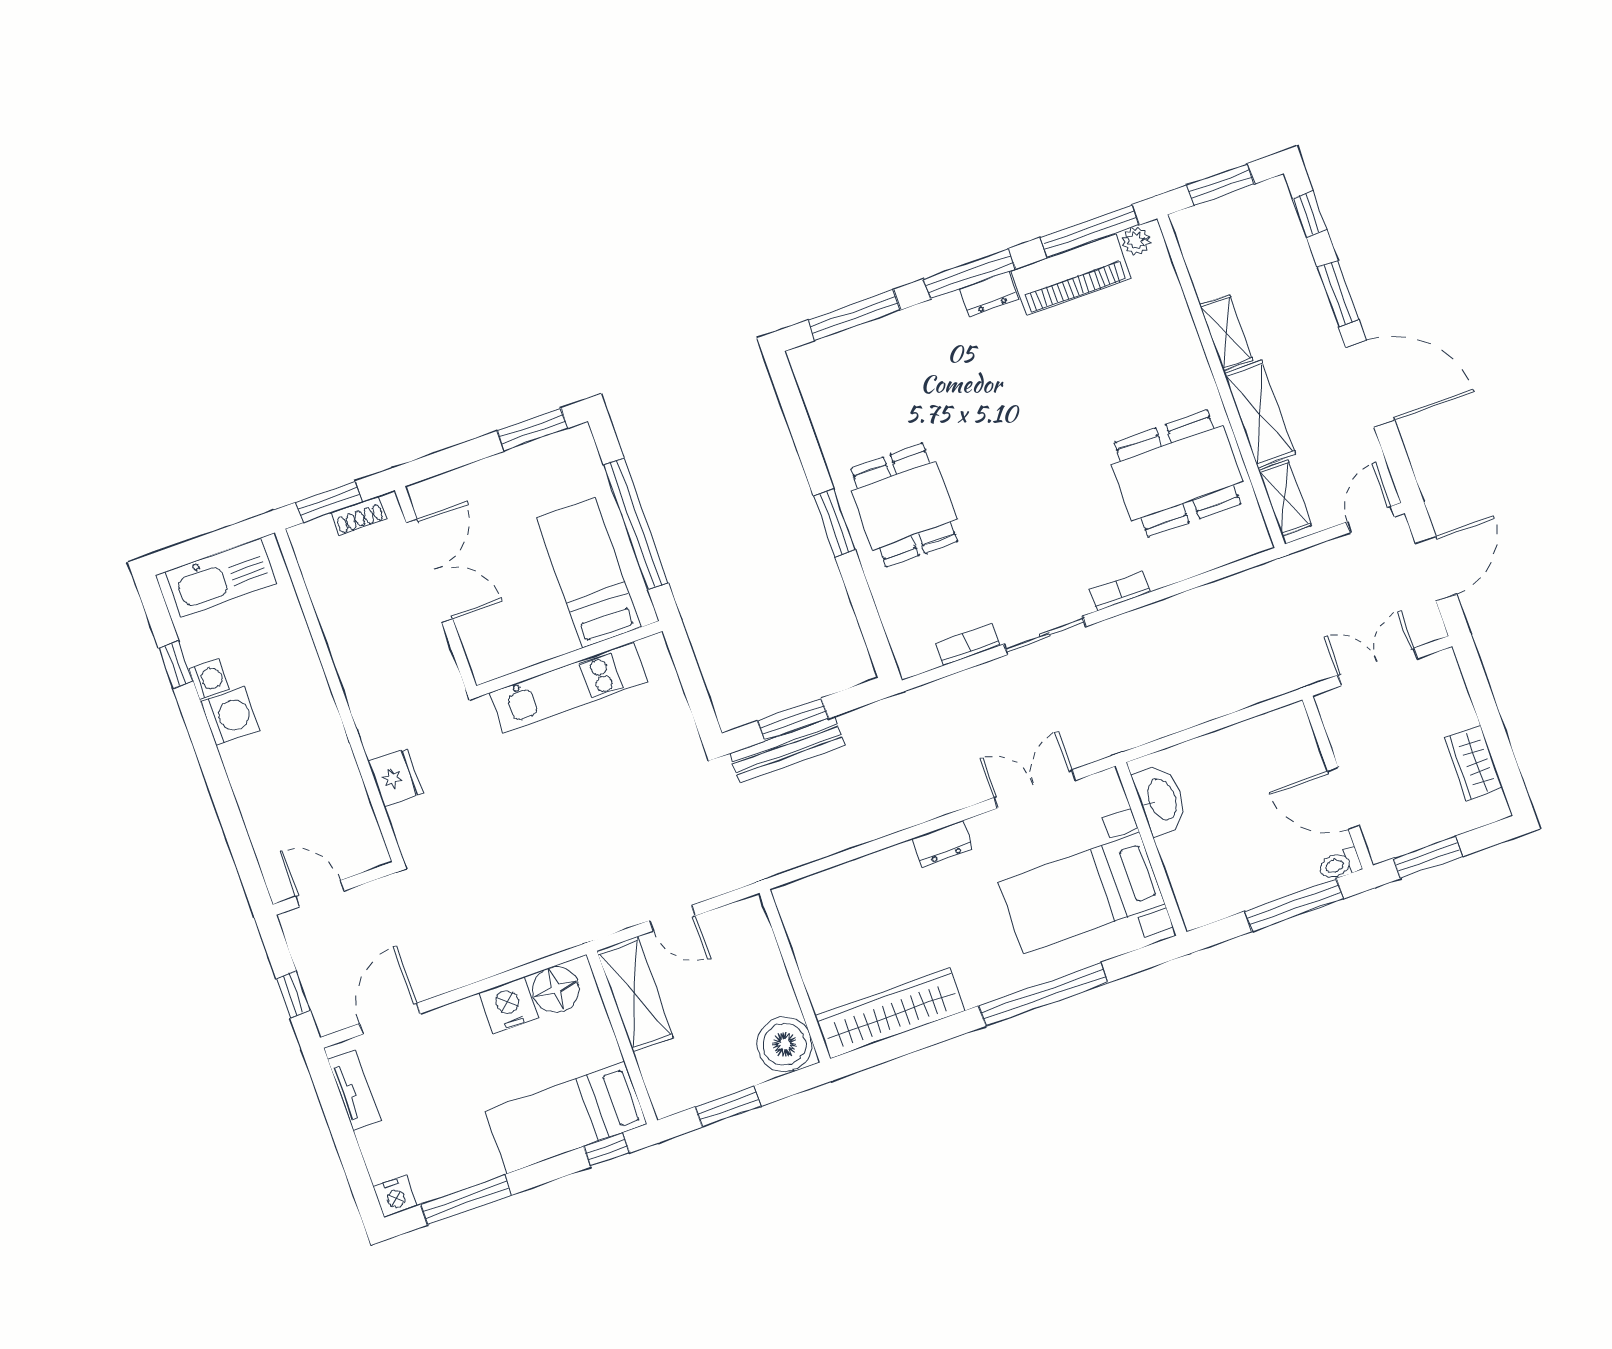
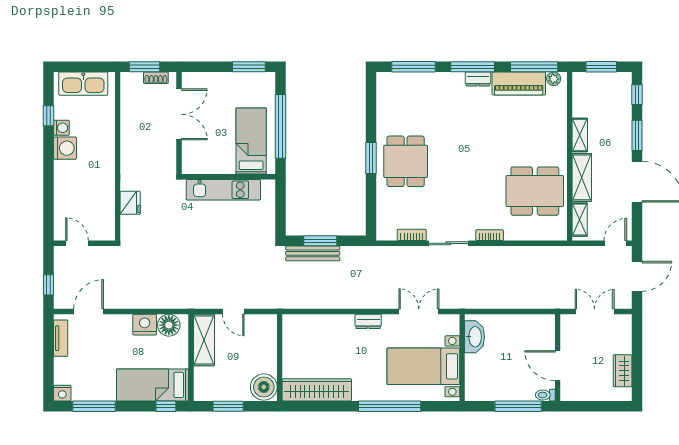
window: (1428, 857) -> (587, 406), removed

